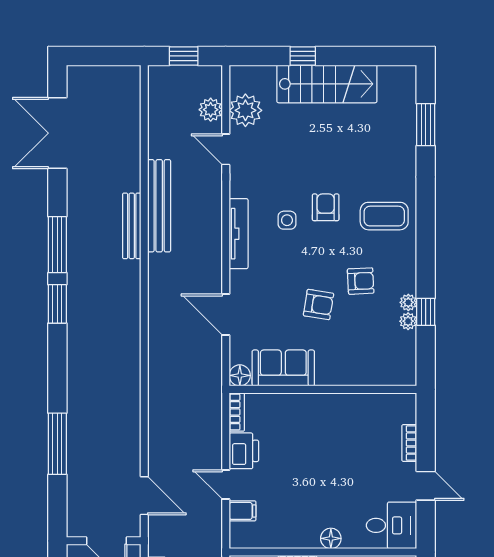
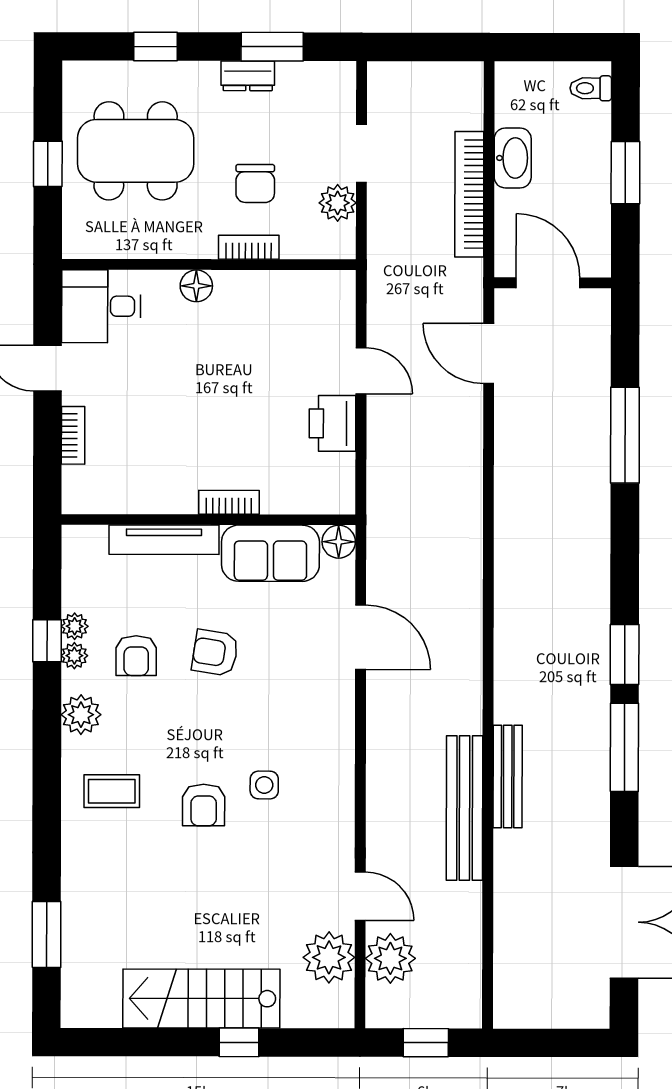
plant: (211, 110) -> (390, 958), width x1.36, depth x1.36
coffee table: (384, 216) -> (112, 791), width x0.73, depth x0.77
tv unit: (239, 234) -> (164, 540), moved, turned -90
plant: (404, 265) -> (81, 715), added
armchair: (361, 281) -> (136, 656), moved, turned -87
bookcase: (237, 412) -> (229, 502), moved, turned 90
filing cabinet: (243, 511) -> (335, 329), removed

